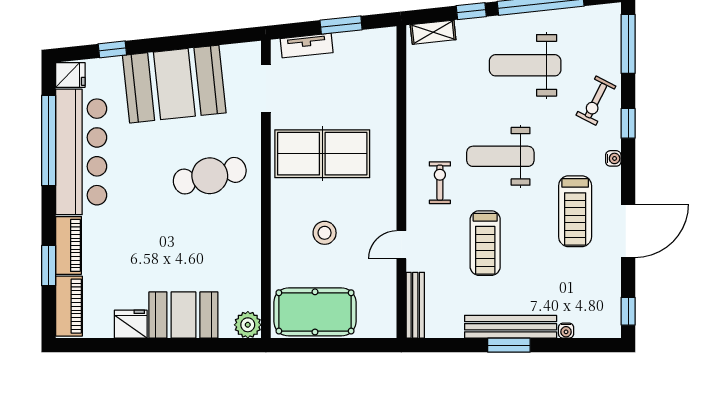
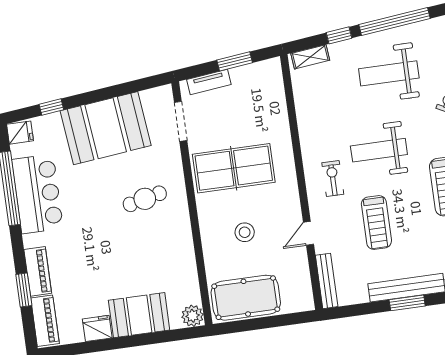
bar counter: (81, 152) -> (37, 194), width x0.73
cafe table: (210, 176) -> (145, 199), width x0.73, depth x0.74

